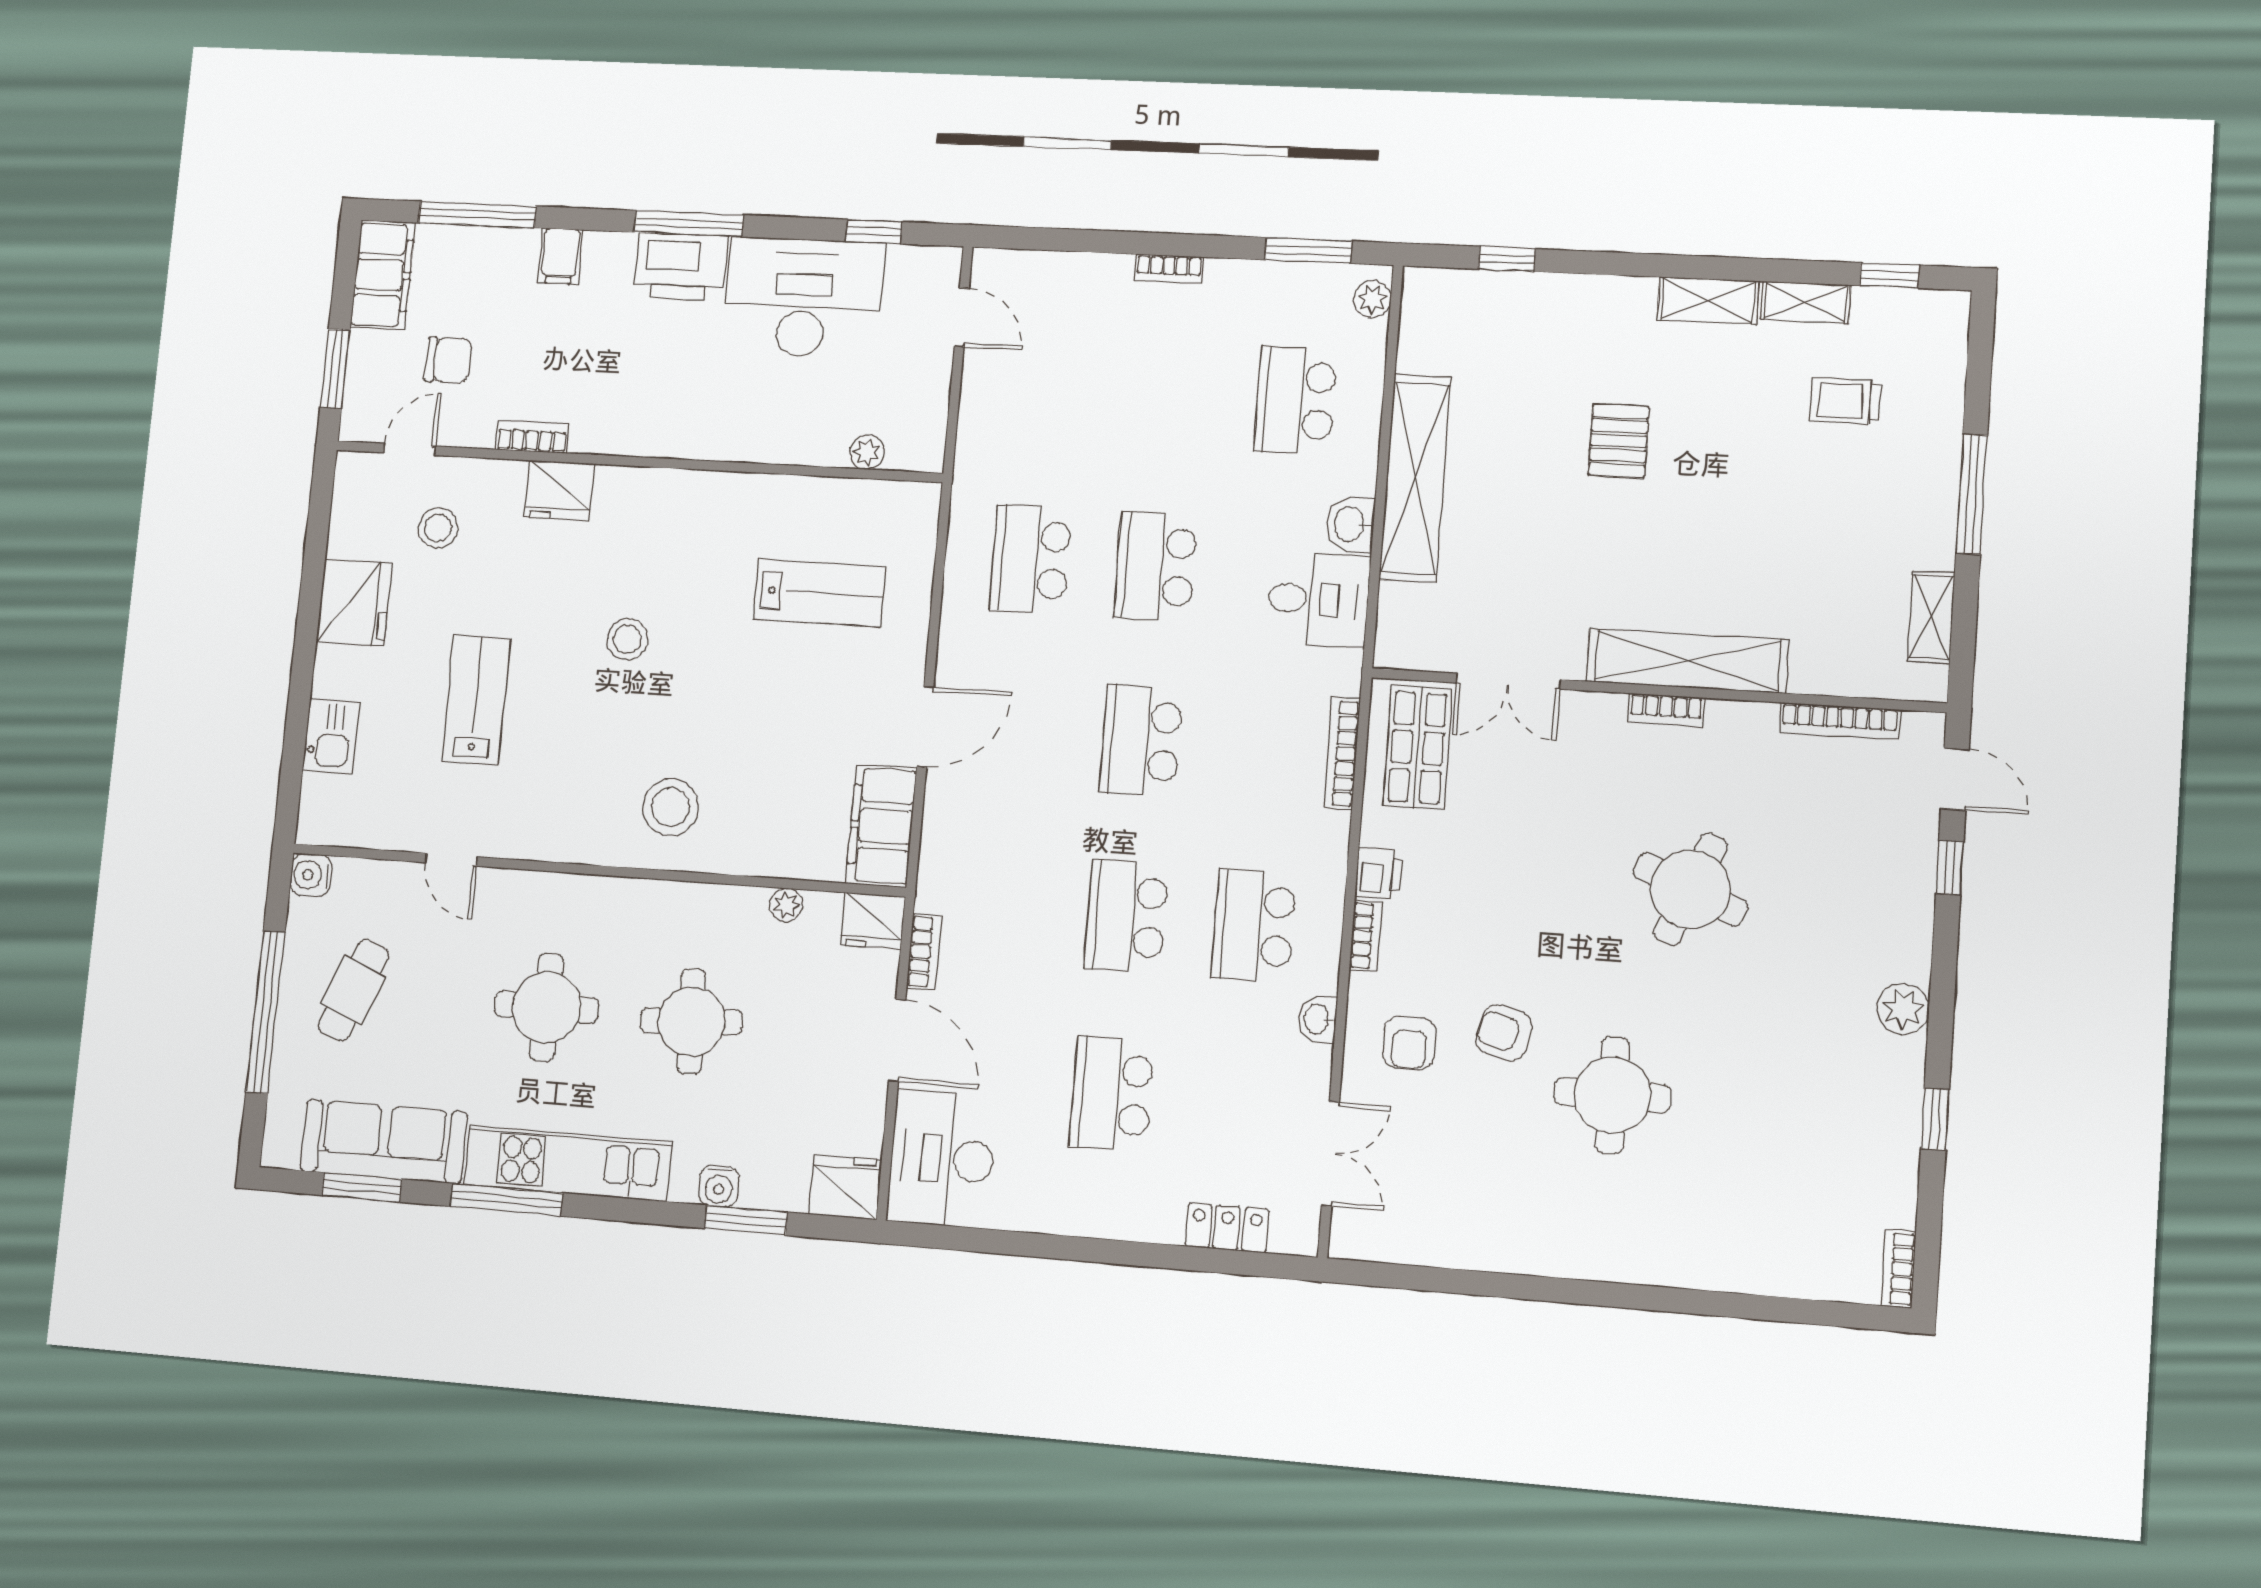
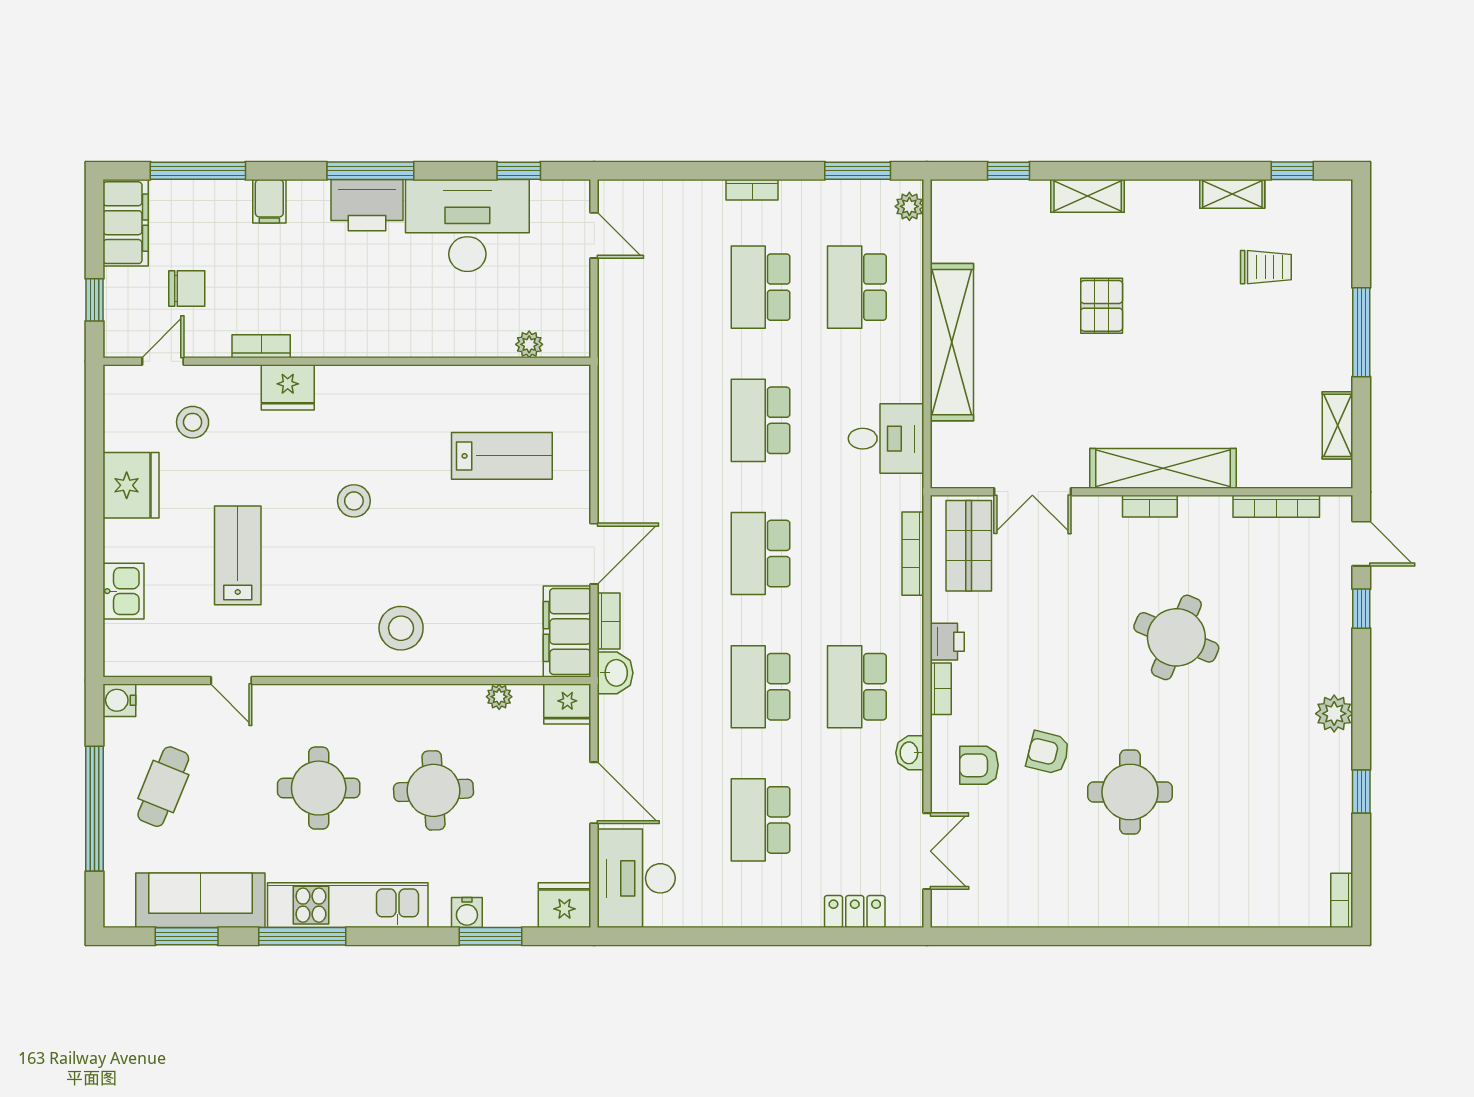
shelving: (1708, 300) -> (1088, 196), moved
window: (335, 369) -> (95, 300), width x0.67
trolley: (1845, 401) -> (1266, 267), turned 180
washbasin: (1350, 524) -> (615, 673), moved, turned 180
school desk: (1031, 559) -> (761, 287), moved
bookcase: (924, 952) -> (609, 621), moved
armchair: (1409, 1043) -> (979, 765), turned 90

